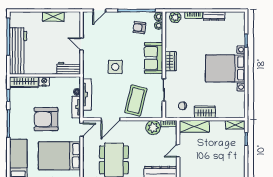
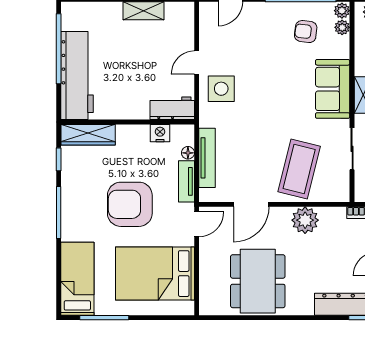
door: (81, 44) -> (197, 63), hinge flipped
side table: (115, 67) -> (221, 89), moved
nightstand: (44, 81) -> (160, 133), moved
plant: (153, 128) -> (305, 220), moved

